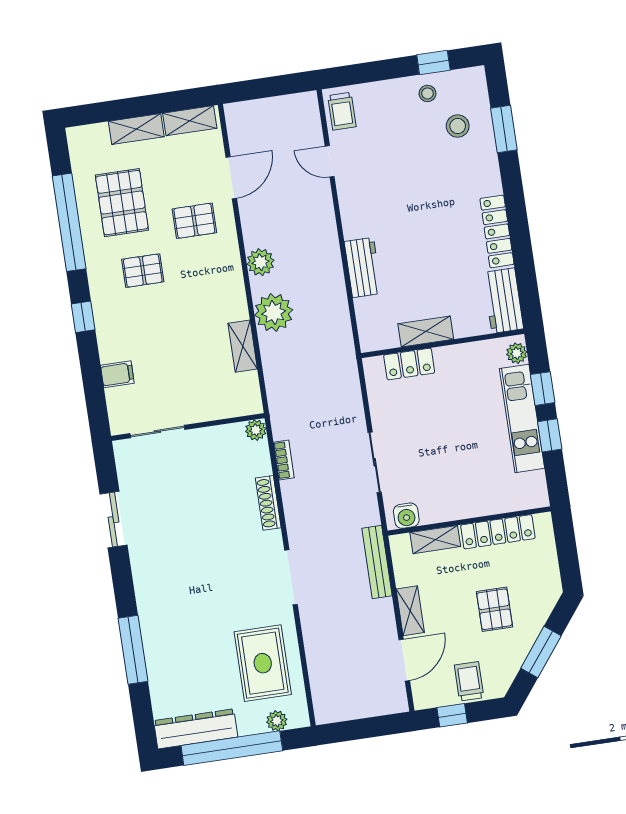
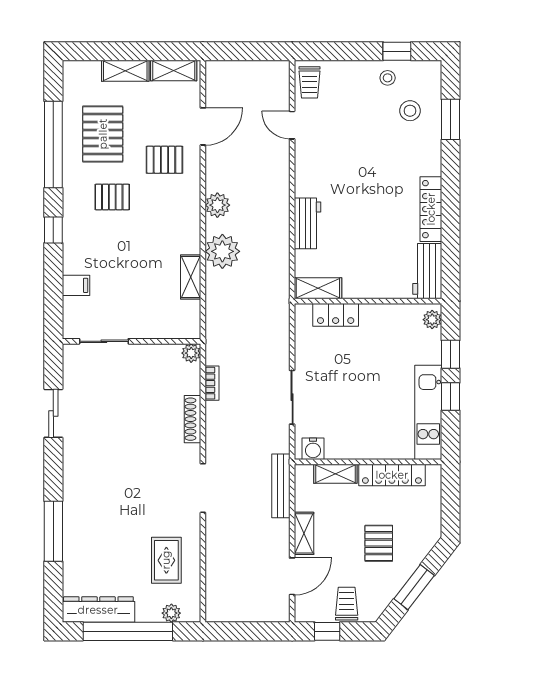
shelving: (426, 332) -> (318, 288), moved
kitchen unit: (522, 418) -> (428, 412), moved
rug: (263, 663) -> (166, 560), width x0.73, depth x0.70

